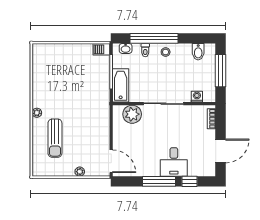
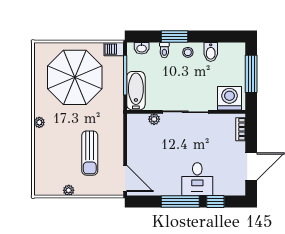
window: (154, 38) -> (174, 37), width x0.47
bidet: (198, 52) -> (211, 52), moved
parasol: (68, 74) -> (75, 77), added
washing machine: (197, 97) -> (229, 98), width x1.89, depth x1.89
plant: (132, 114) -> (154, 119), width x0.53, depth x0.53
sun lounger: (55, 138) -> (90, 153), moved
plant: (80, 172) -> (69, 190), moved

